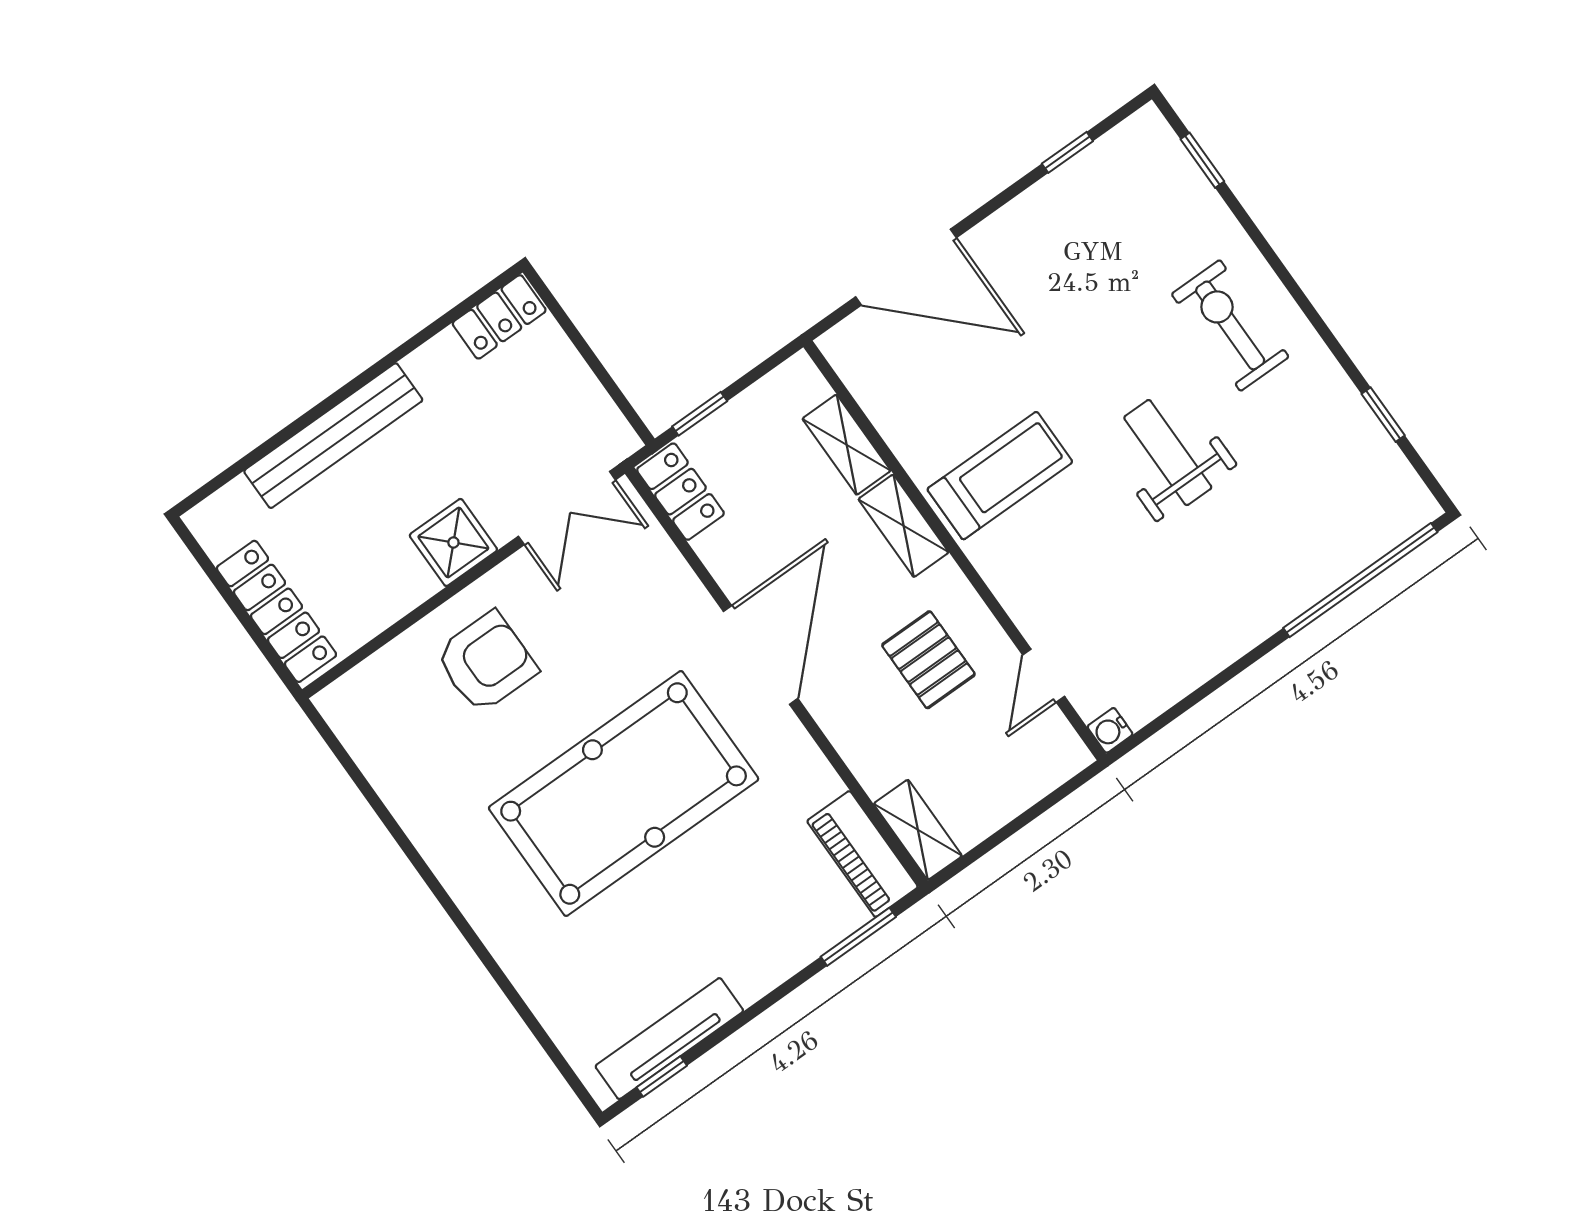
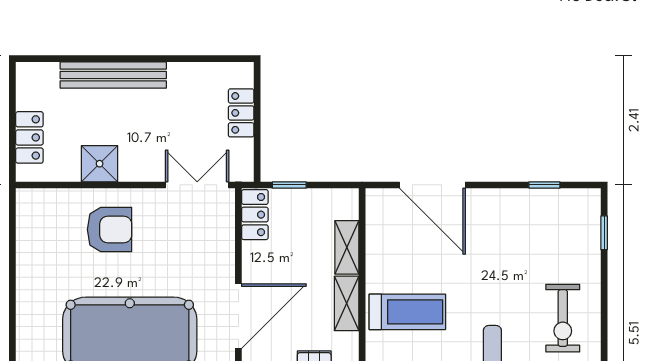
locker: (499, 317) -> (241, 113), moved, turned 90
exercise bike: (1230, 325) -> (563, 318), turned 180
double door: (567, 508) -> (197, 185), swing flipped
shower: (453, 542) -> (100, 164), moved
locker: (276, 611) -> (29, 137), width x0.66

